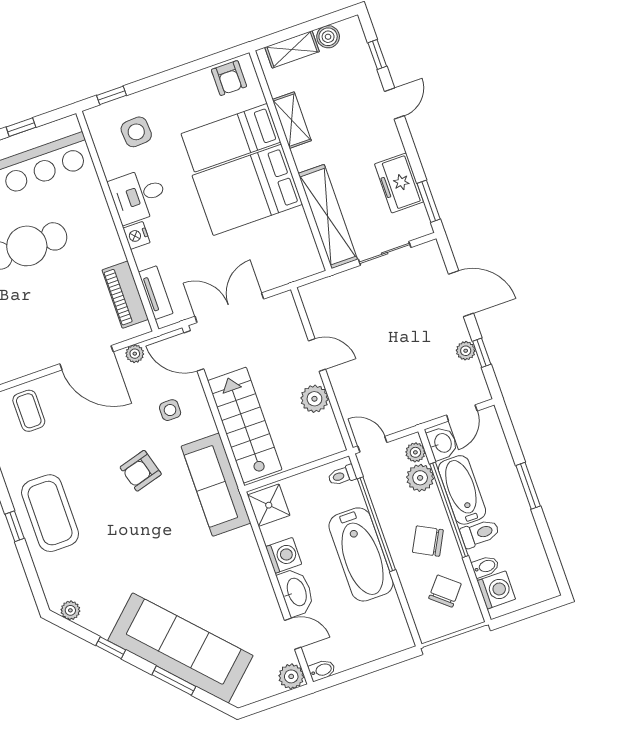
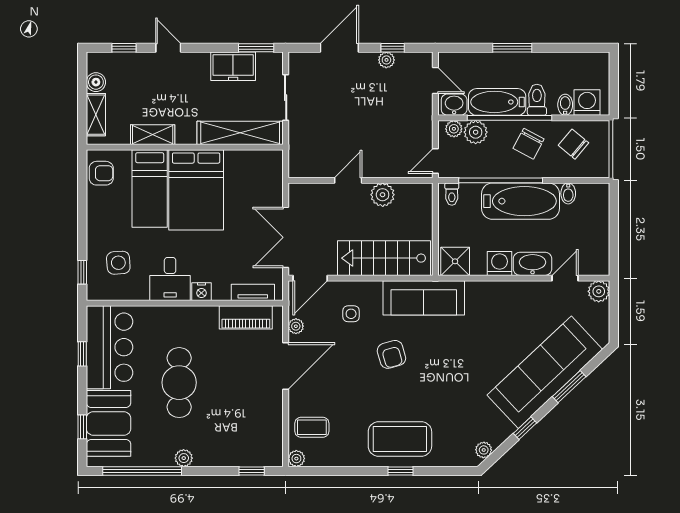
bidet: (322, 670) -> (568, 193), moved, turned 180

